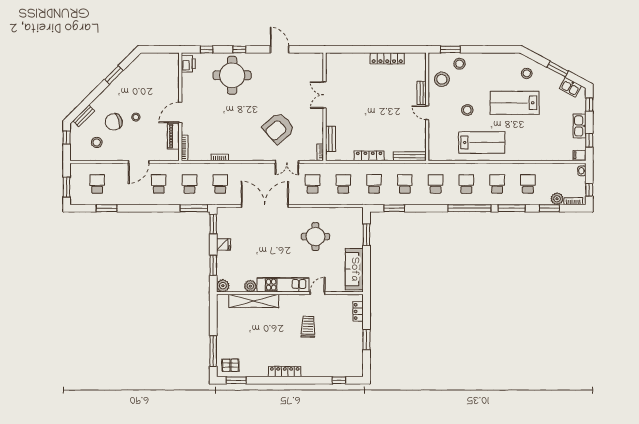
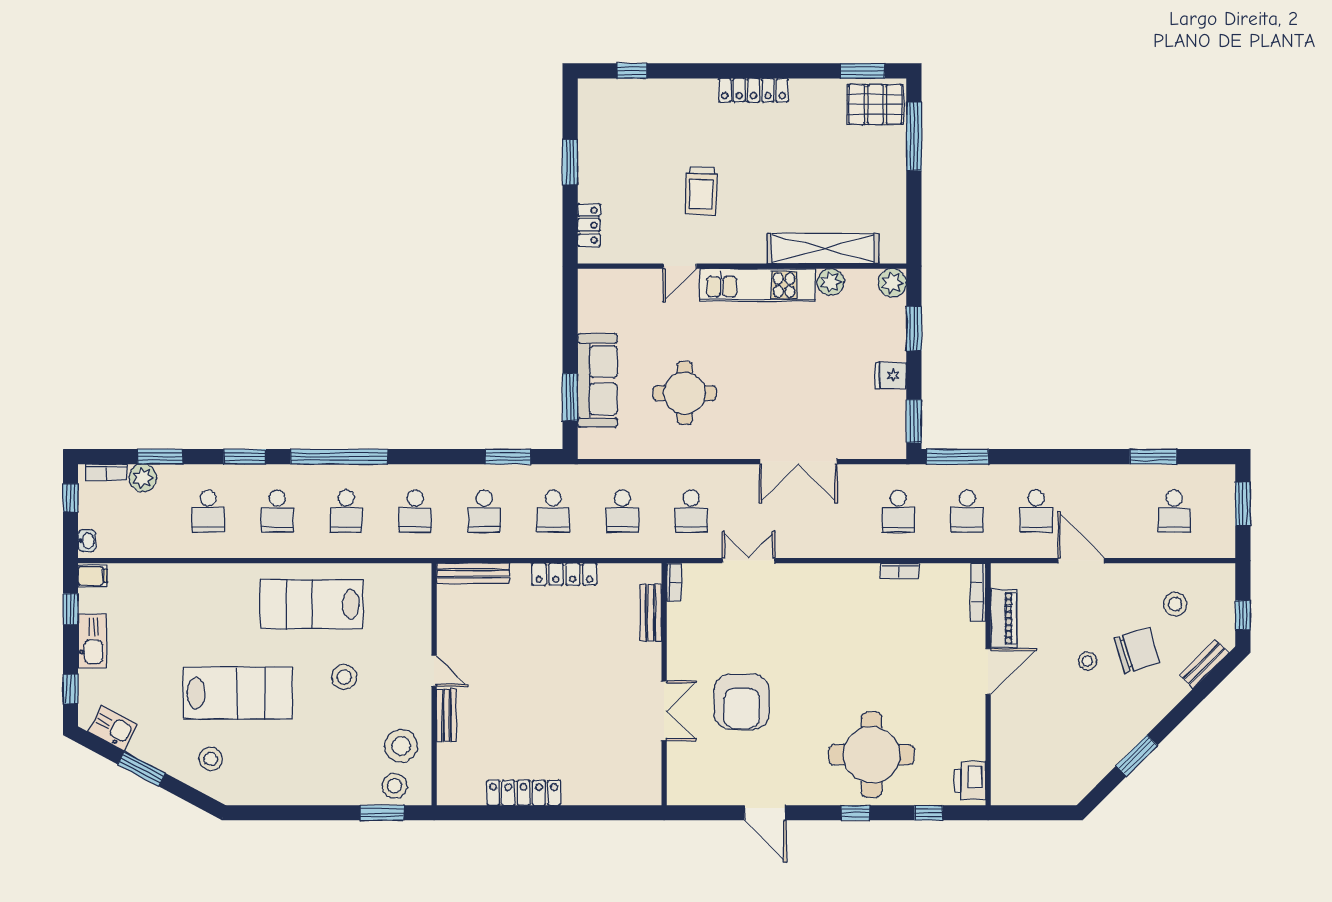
stool: (460, 64) -> (395, 786), moved
armchair: (279, 128) -> (742, 702), moved, turned 131
door: (139, 162) -> (1081, 561), hinge flipped
double door: (265, 206) -> (798, 462), width x0.73
window: (512, 208) -> (245, 457), width x0.69
sofa: (354, 269) -> (597, 380), moved
pallet: (230, 365) -> (875, 104), width x1.50, depth x1.42

